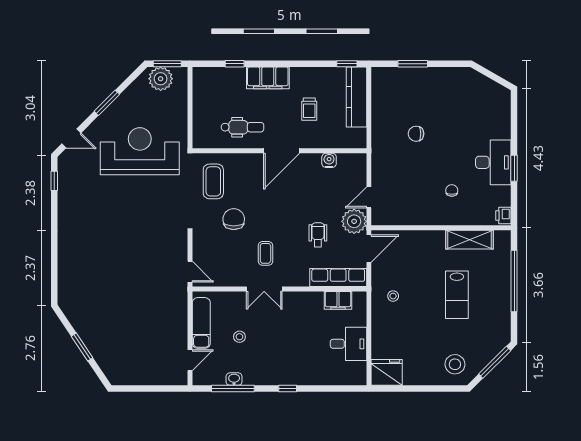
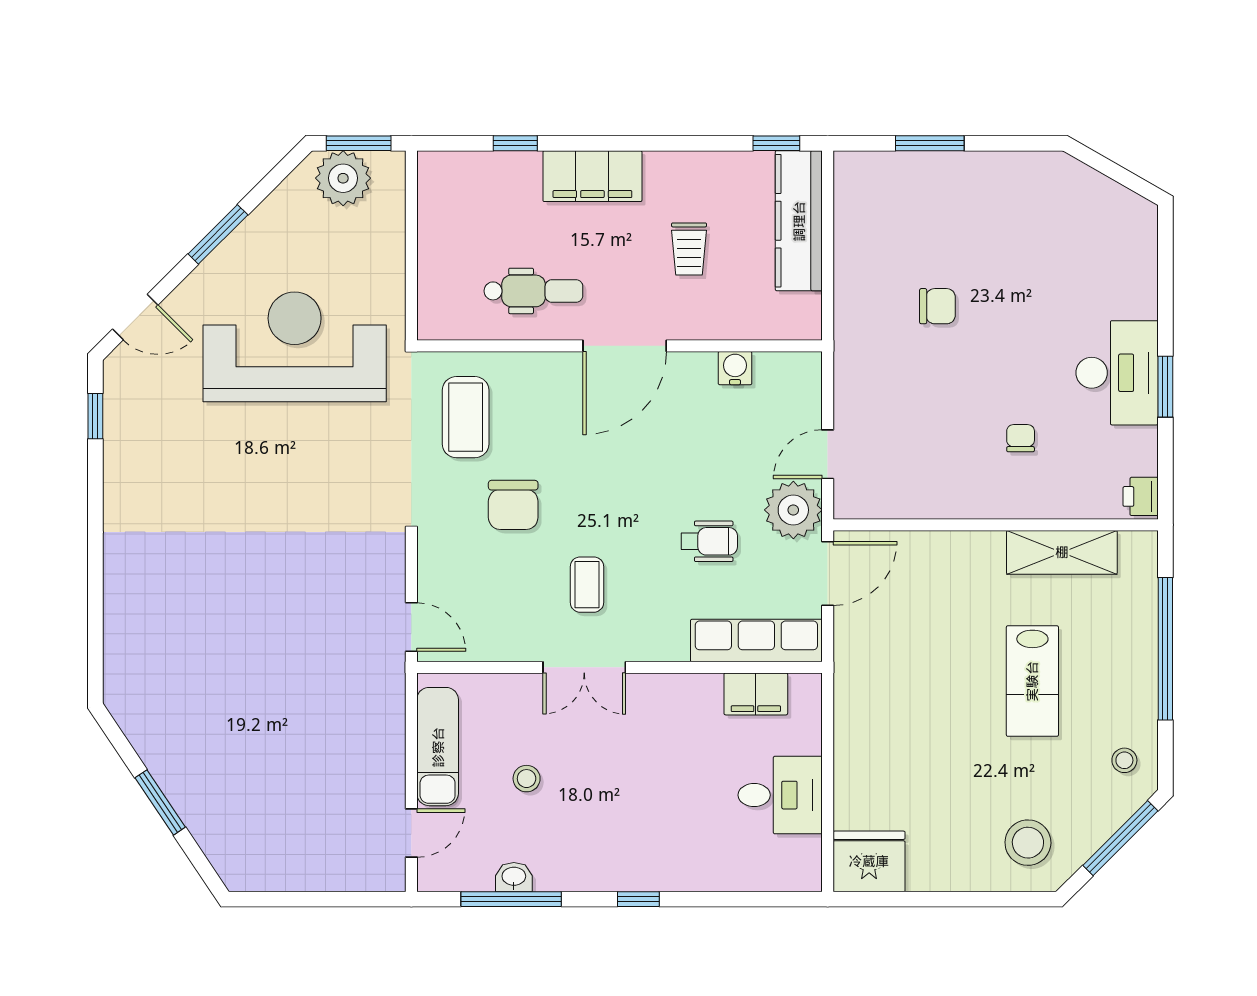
chair: (416, 134) -> (937, 306), turned 180
chair: (234, 219) -> (513, 505), turned 180
wheelchair: (318, 235) -> (709, 541), turned 90
stool: (393, 296) -> (1124, 760), moved

